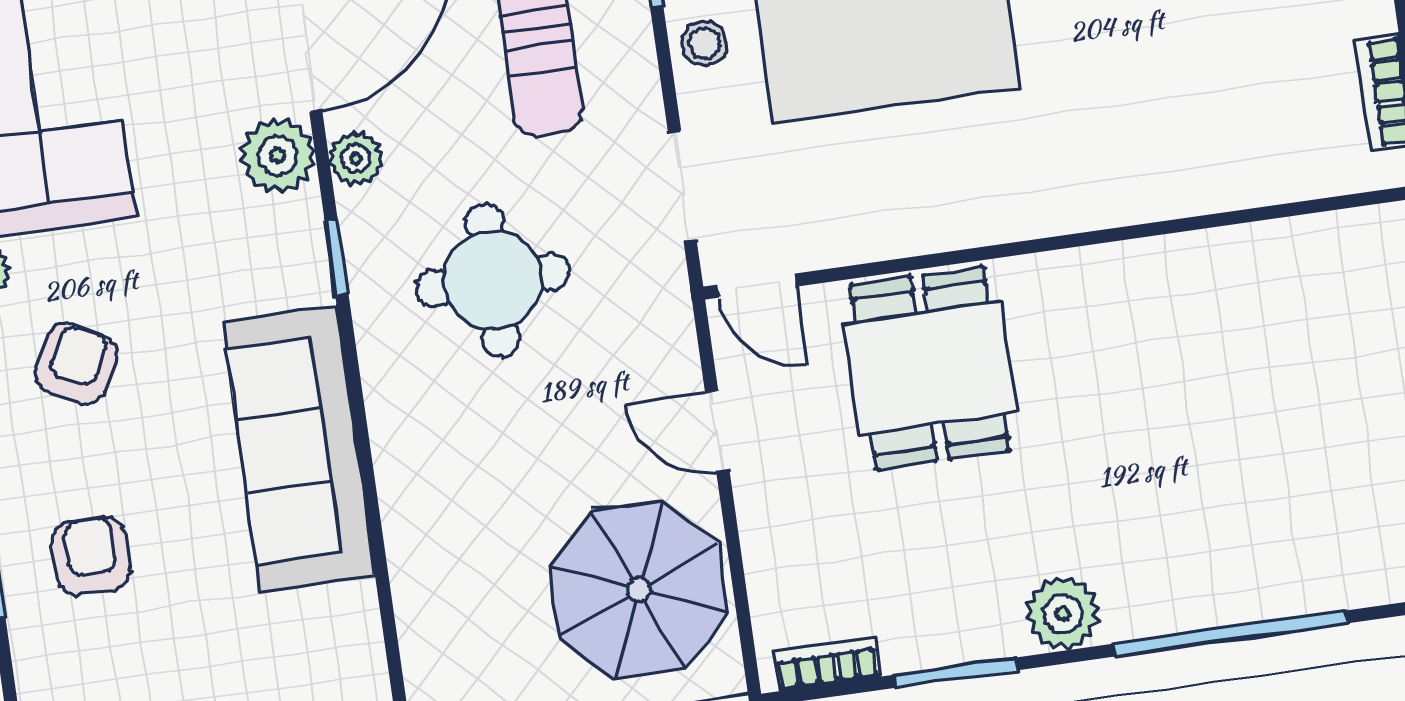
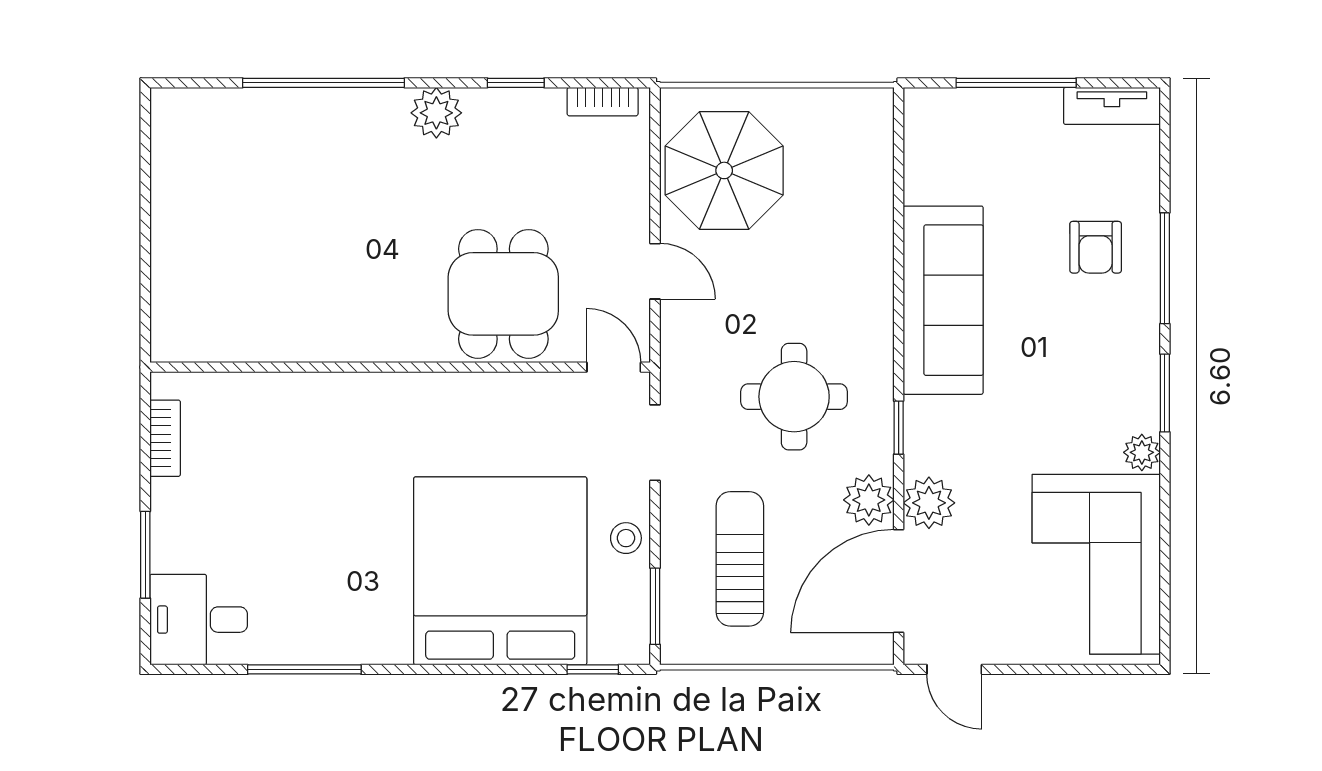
plant: (356, 159) -> (869, 500), width x1.38, depth x1.38
armchair: (76, 364) -> (1087, 380), removed
window: (955, 673) -> (516, 83), width x0.67

